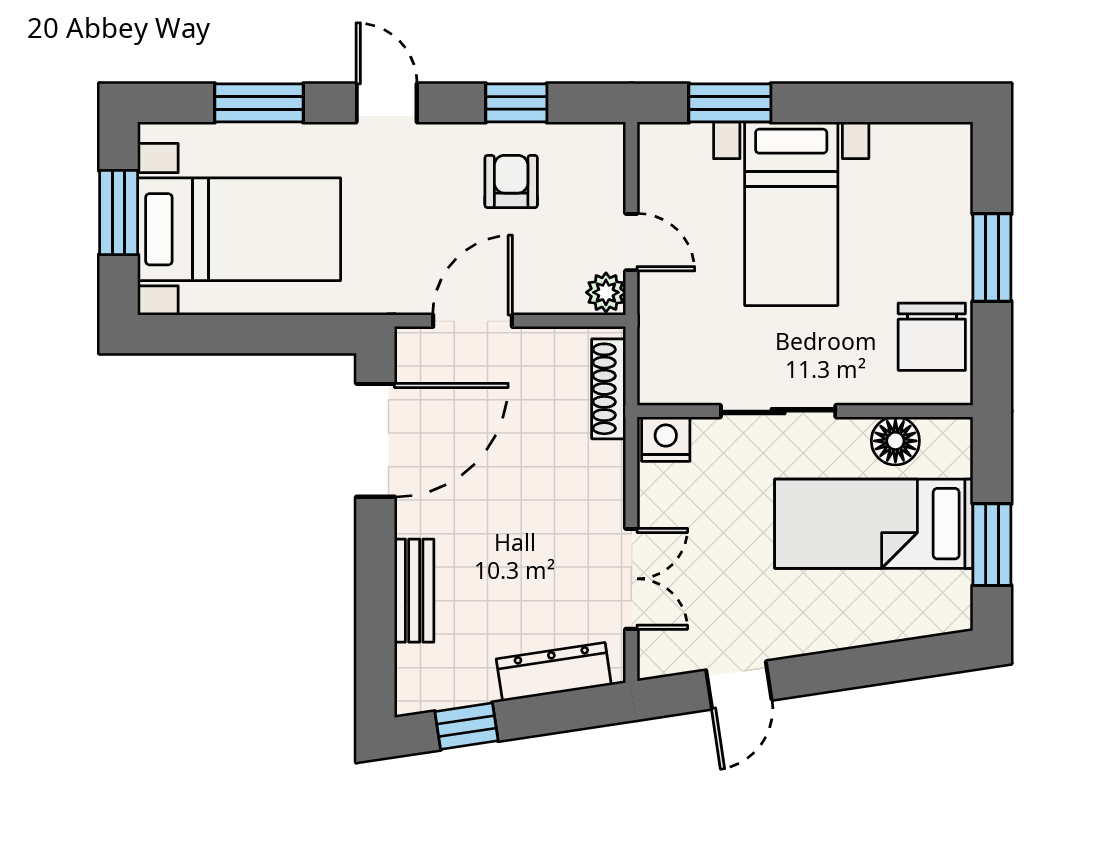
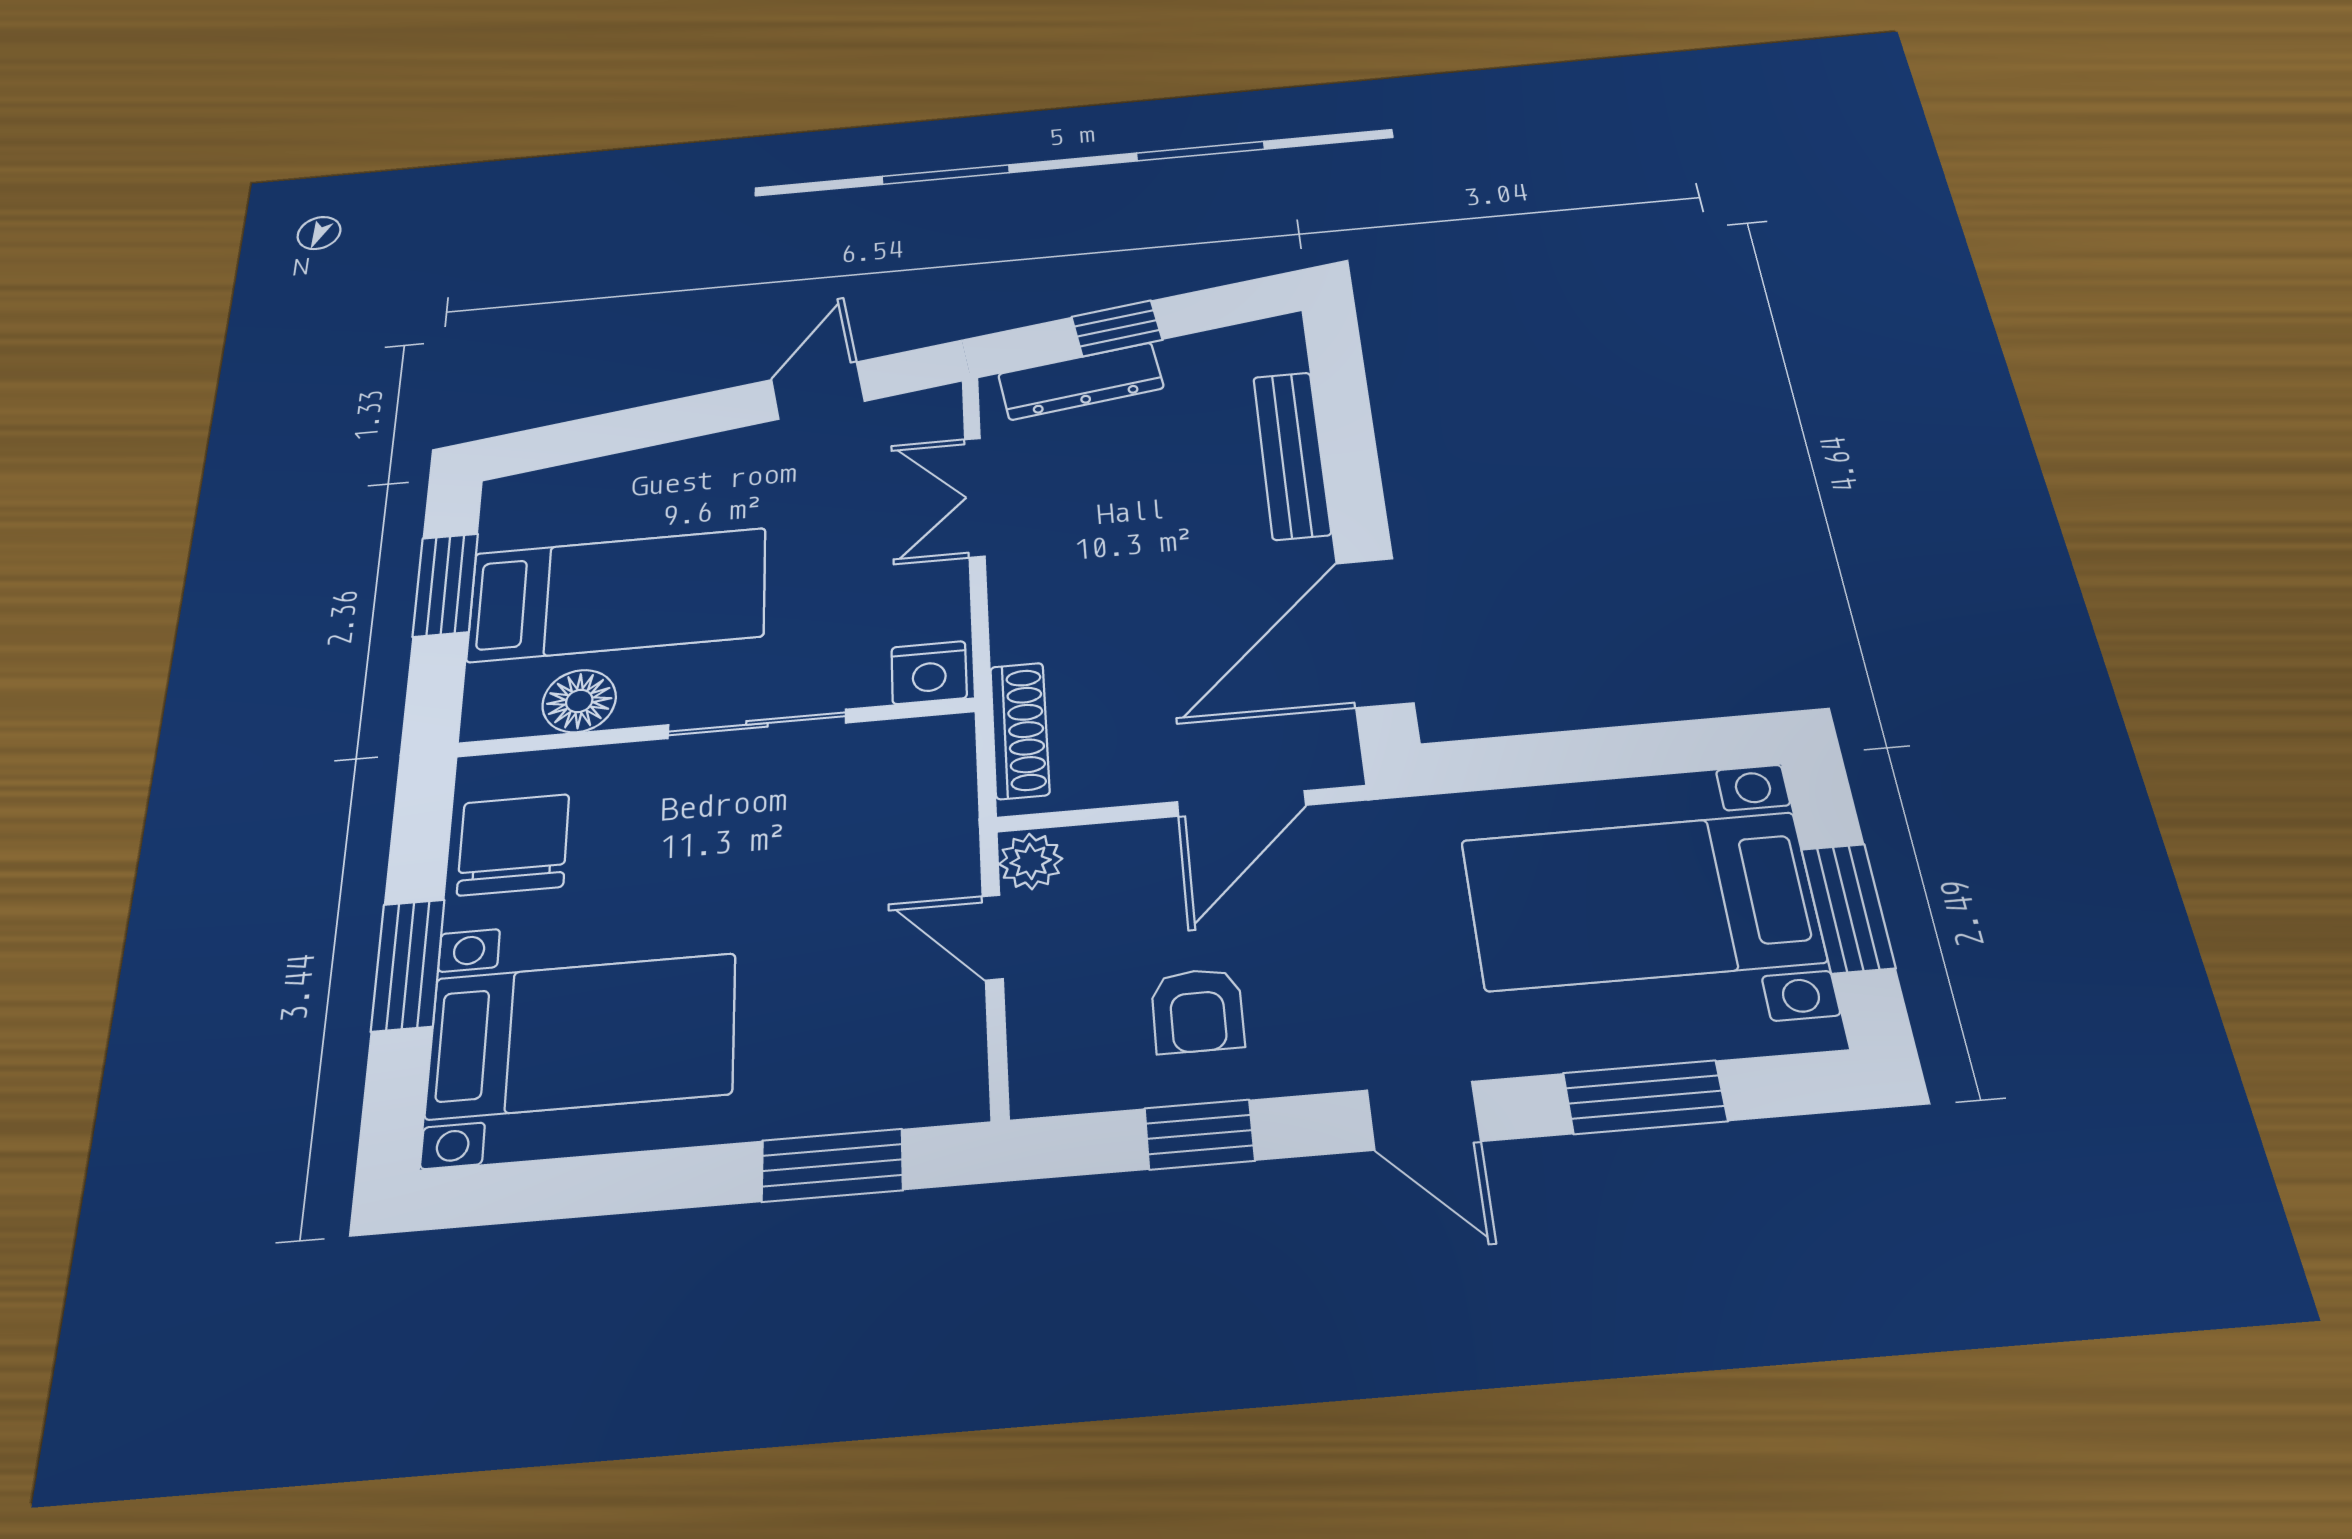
bed with nightstands: (791, 214) -> (582, 1036), moved, turned 90
bench: (414, 591) -> (1292, 455), width x1.36
window: (467, 726) -> (1117, 328), moved

